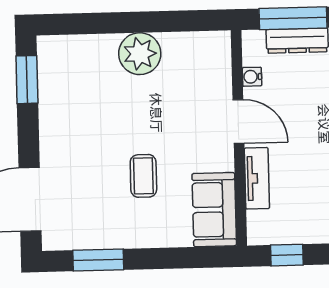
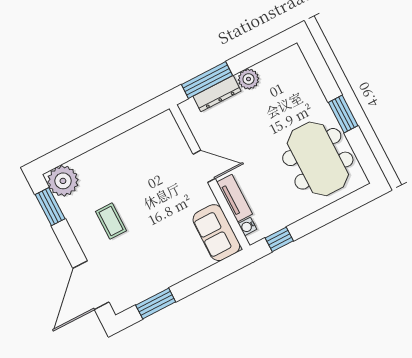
plant: (140, 54) -> (63, 181), moved
water cooler: (252, 77) -> (248, 226), moved
coffee table: (143, 176) -> (111, 221), moved

